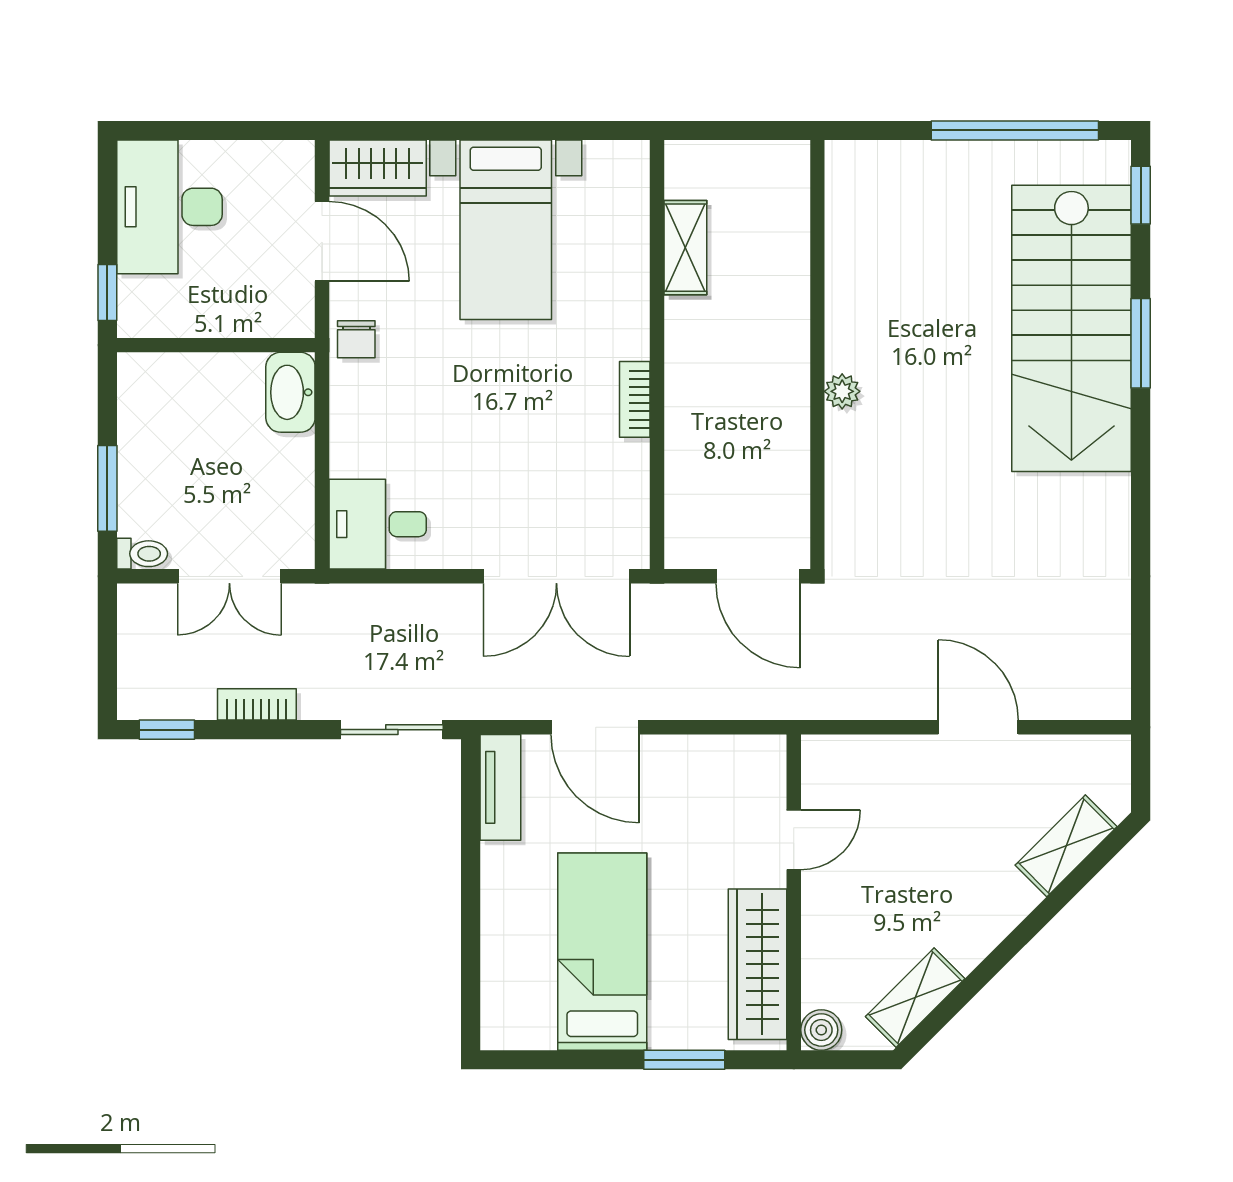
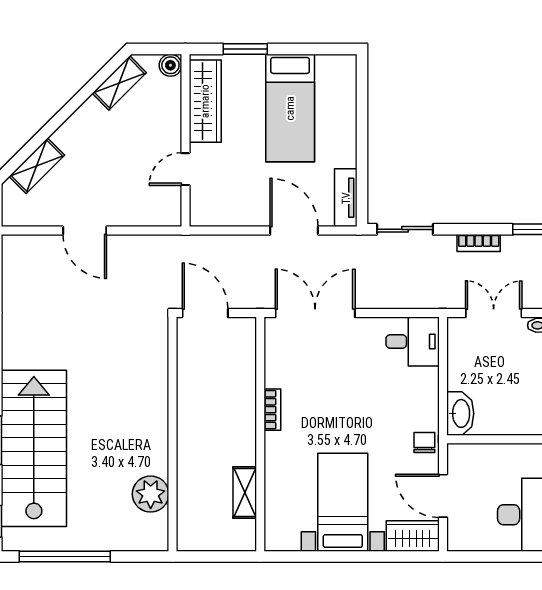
plant: (842, 391) -> (151, 494), moved, width x1.87, depth x1.87

